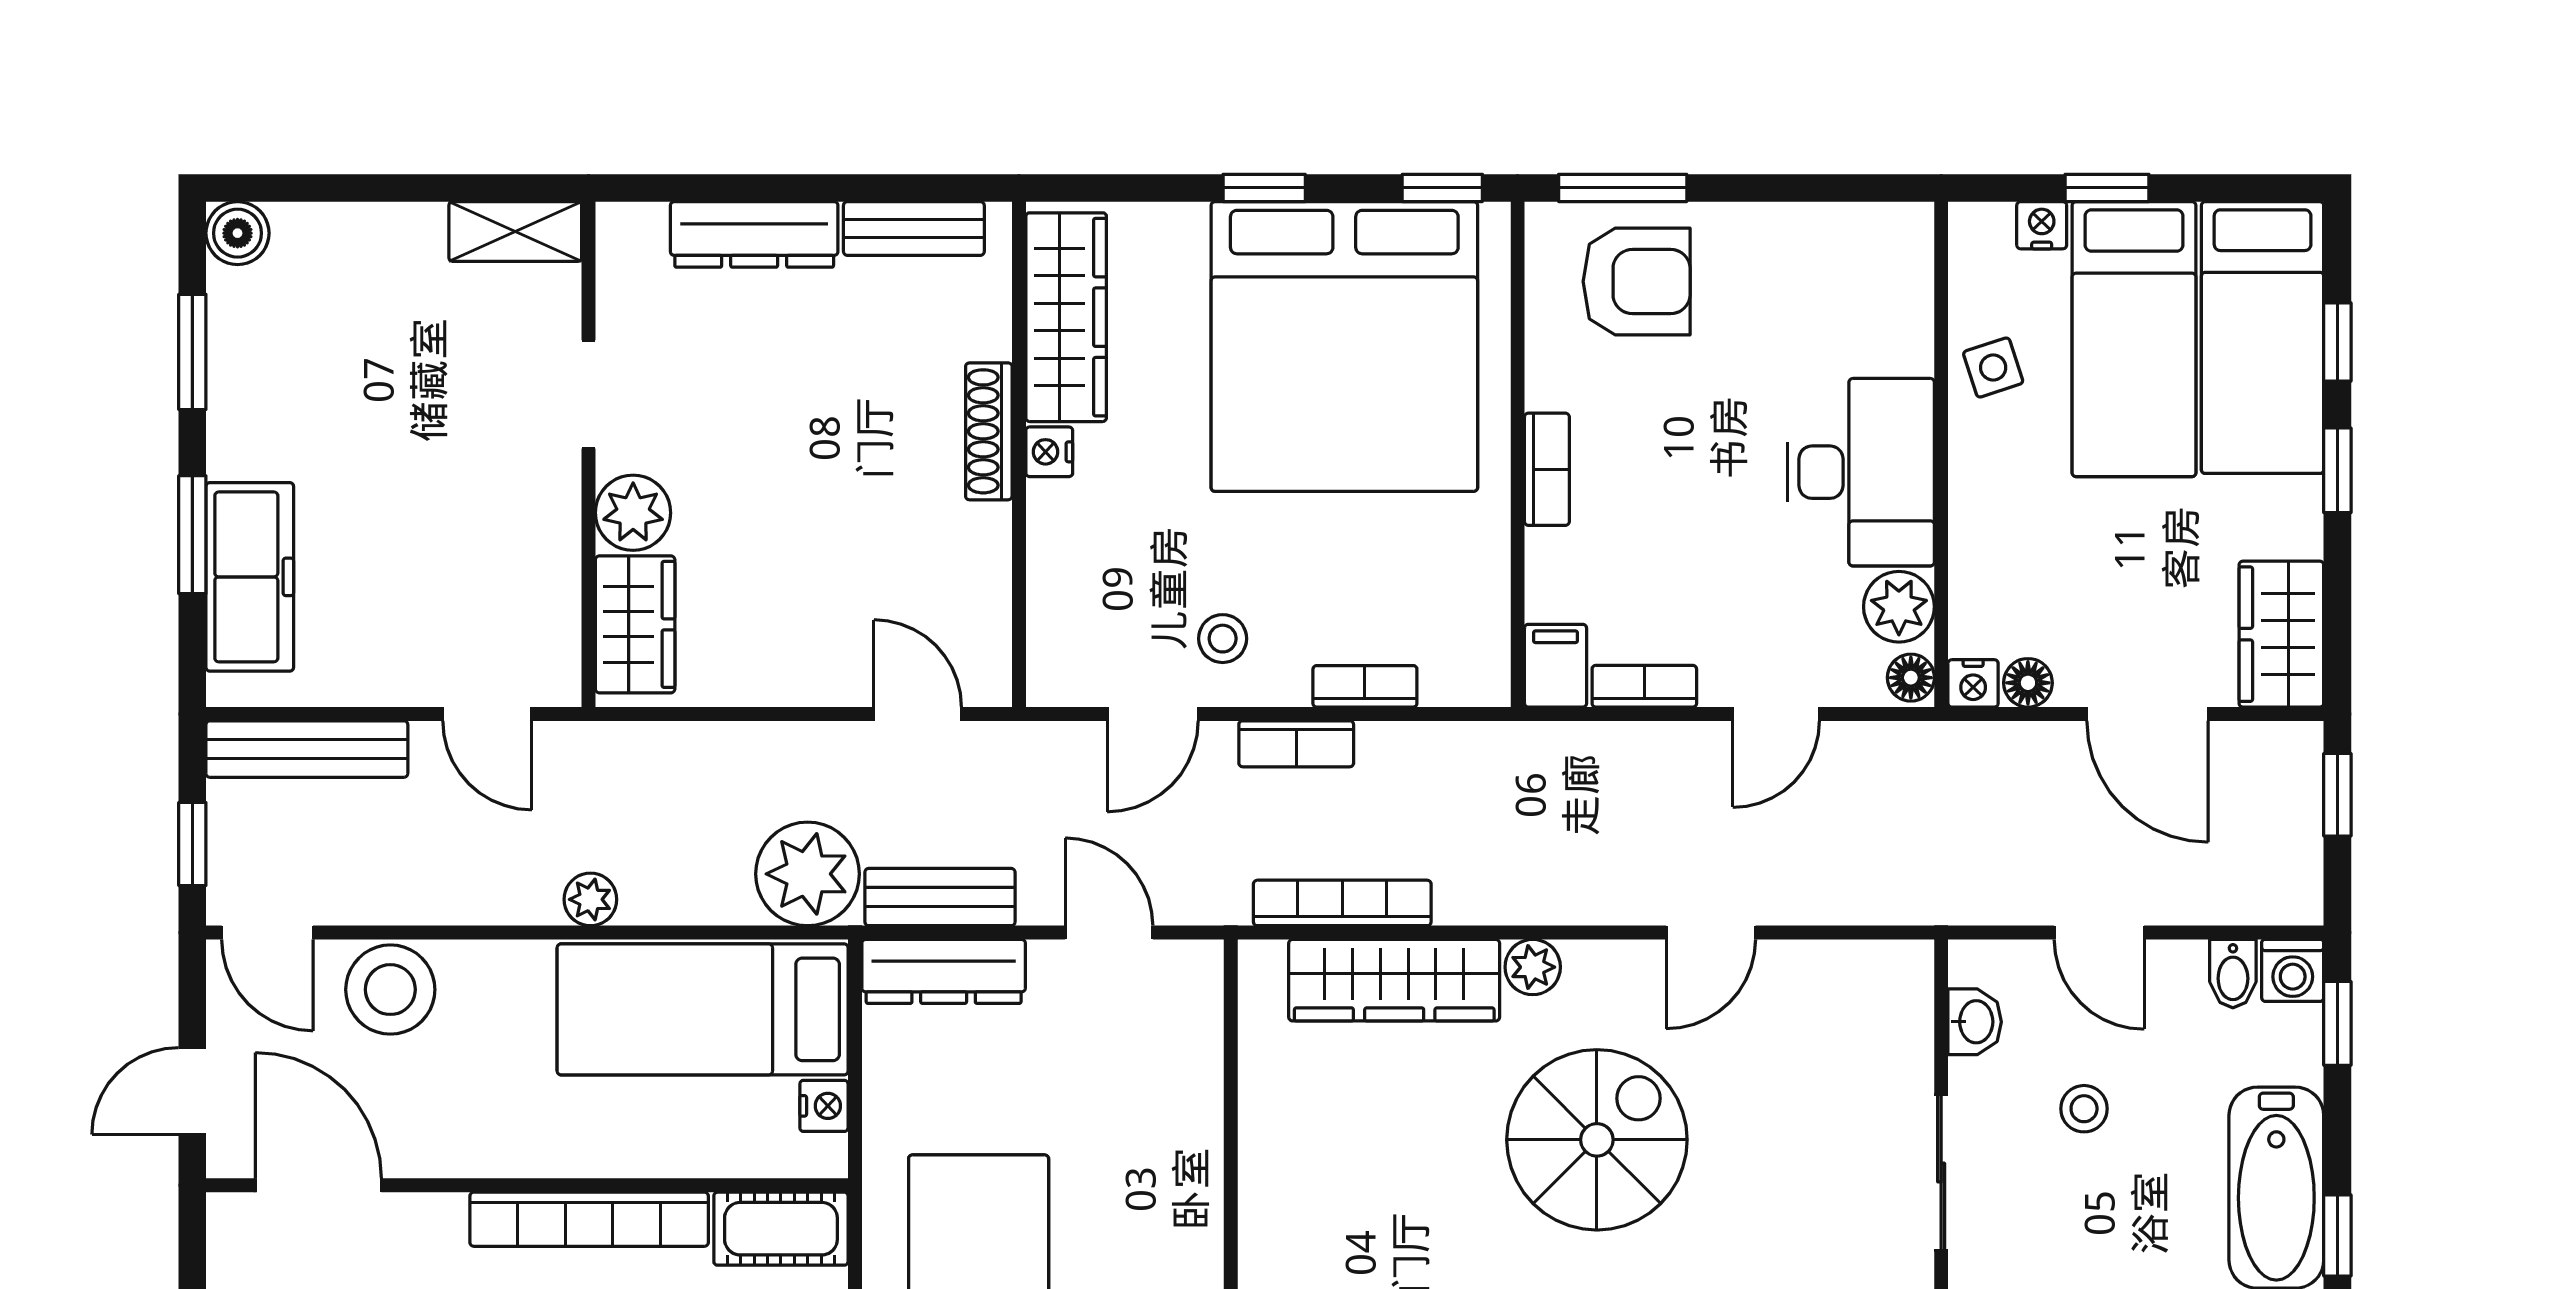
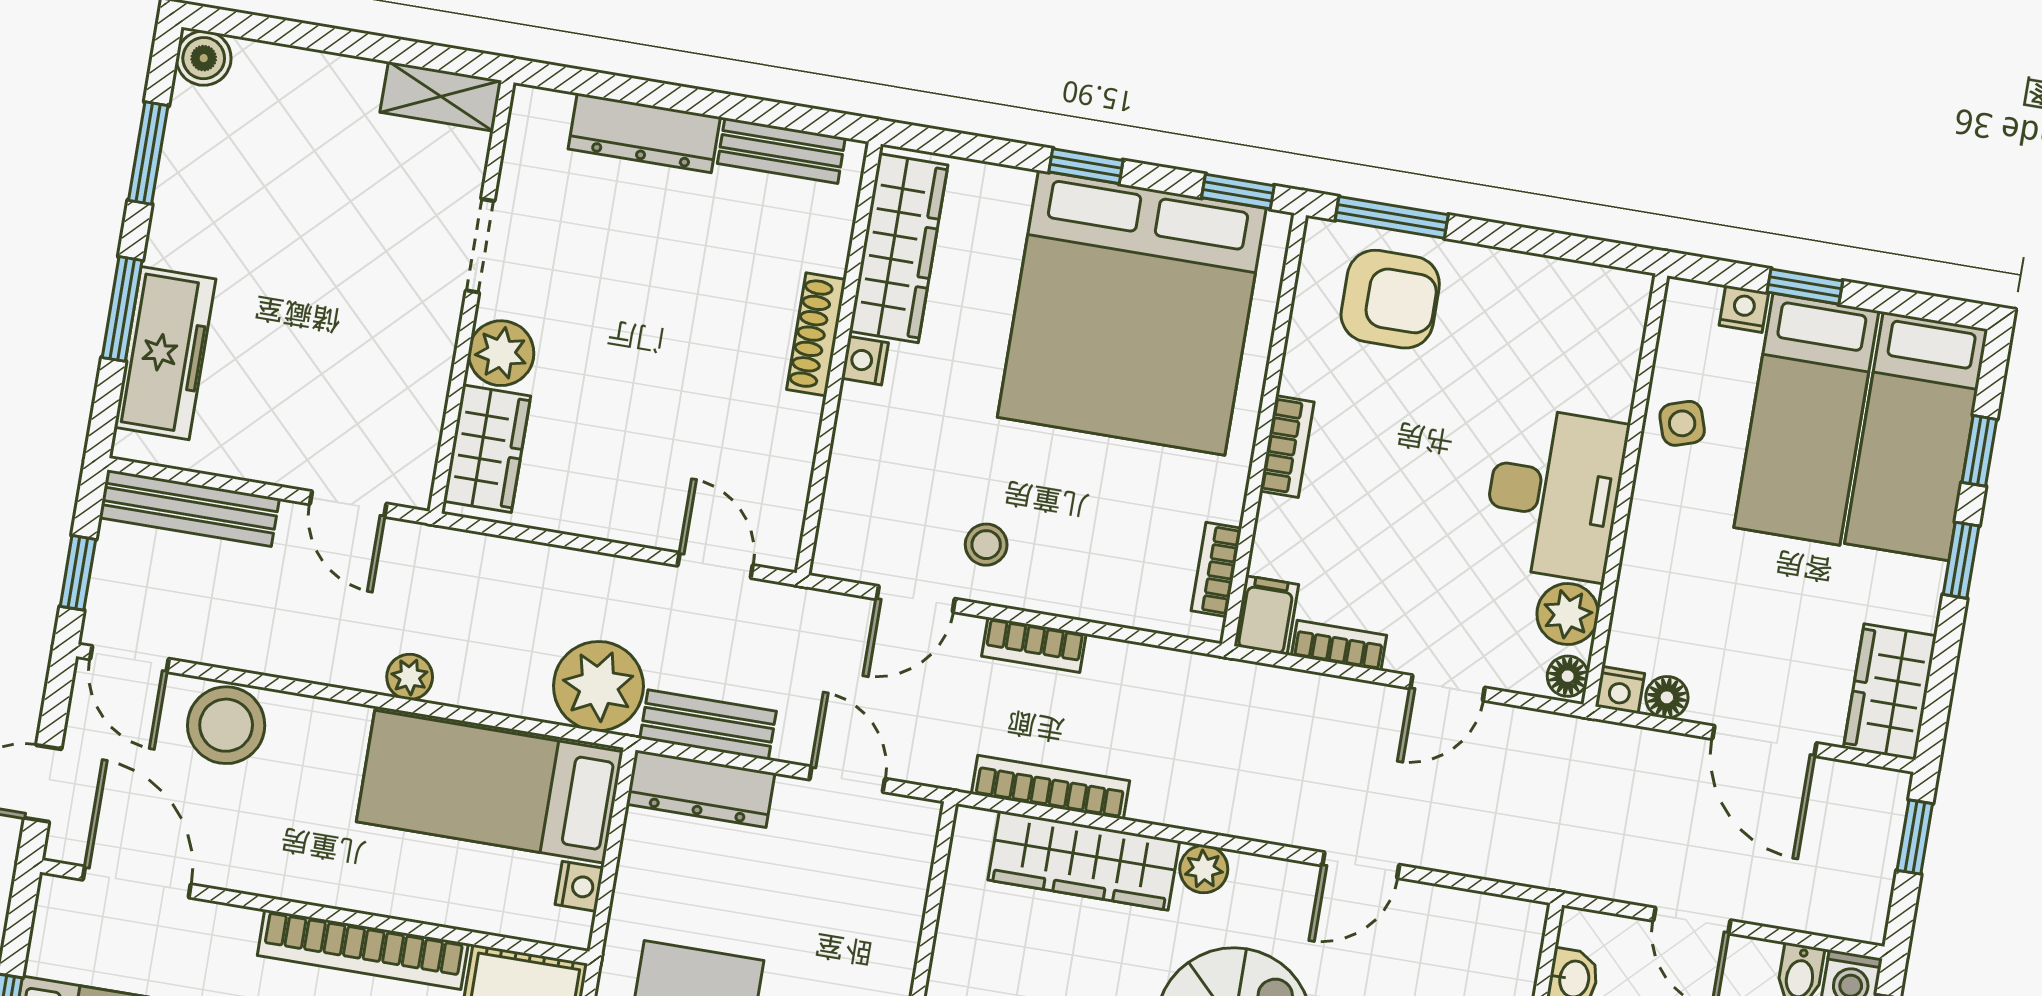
bookcase: (1365, 686) -> (1216, 570), moved, turned -90

